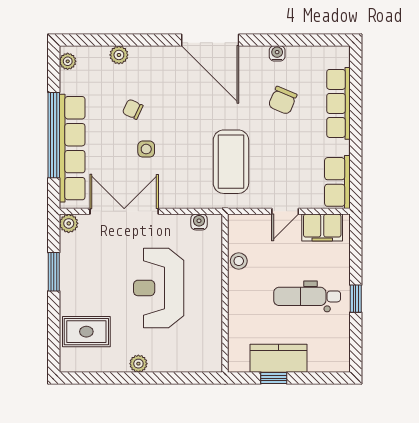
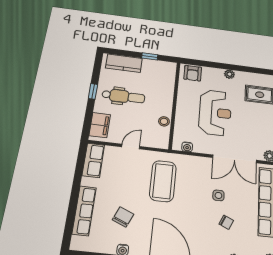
filing cabinet: (322, 228) -> (100, 125), moved, turned 90
armchair: (200, 356) -> (193, 73), added
kitchen counter: (279, 358) -> (124, 63), moved

